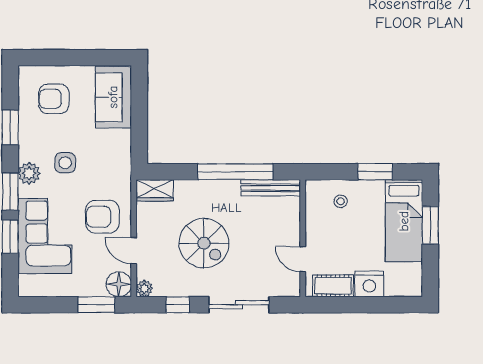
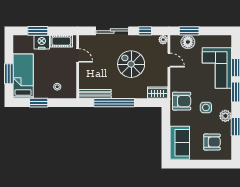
plant: (29, 173) -> (225, 116), moved
armchair: (102, 217) -> (182, 101), moved
floor lamp: (119, 284) -> (188, 42), moved
window: (377, 305) -> (38, 31), added

